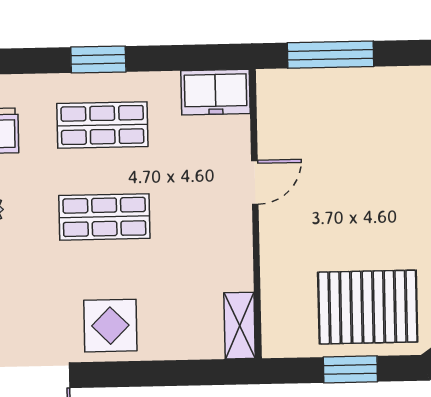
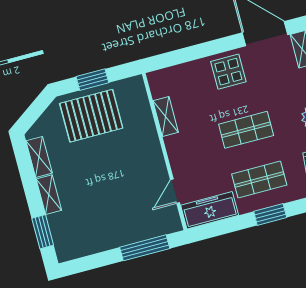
freezer: (216, 92) -> (210, 210), width x1.40
door: (255, 182) -> (175, 191), moved
shelving: (240, 326) -> (166, 116), moved

